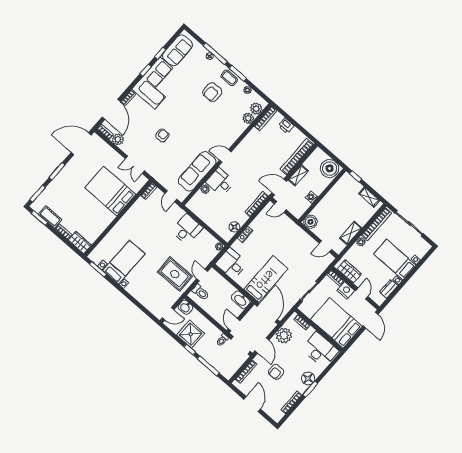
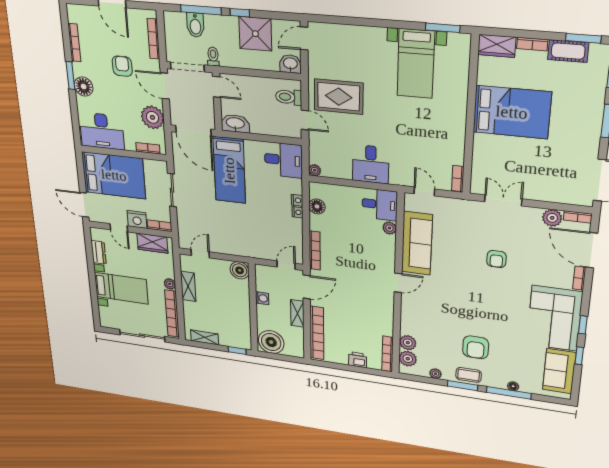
armchair: (212, 92) -> (476, 347), turned 180
desk: (220, 182) -> (380, 204), moved
bed: (110, 191) -> (512, 112), moved
bidet: (218, 361) -> (195, 25), added

